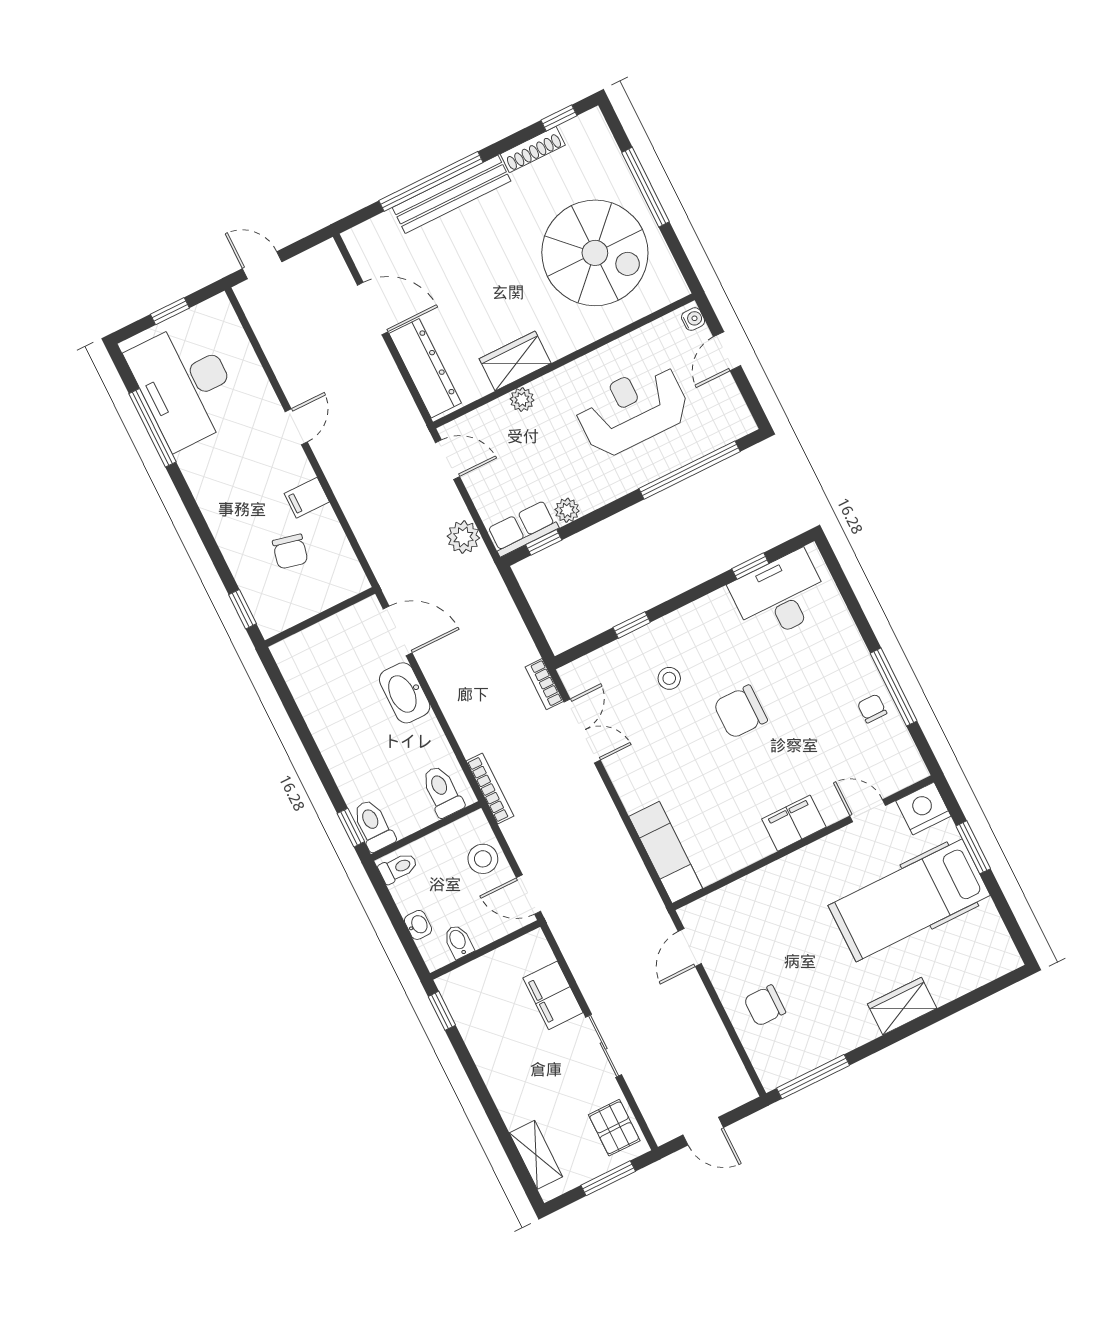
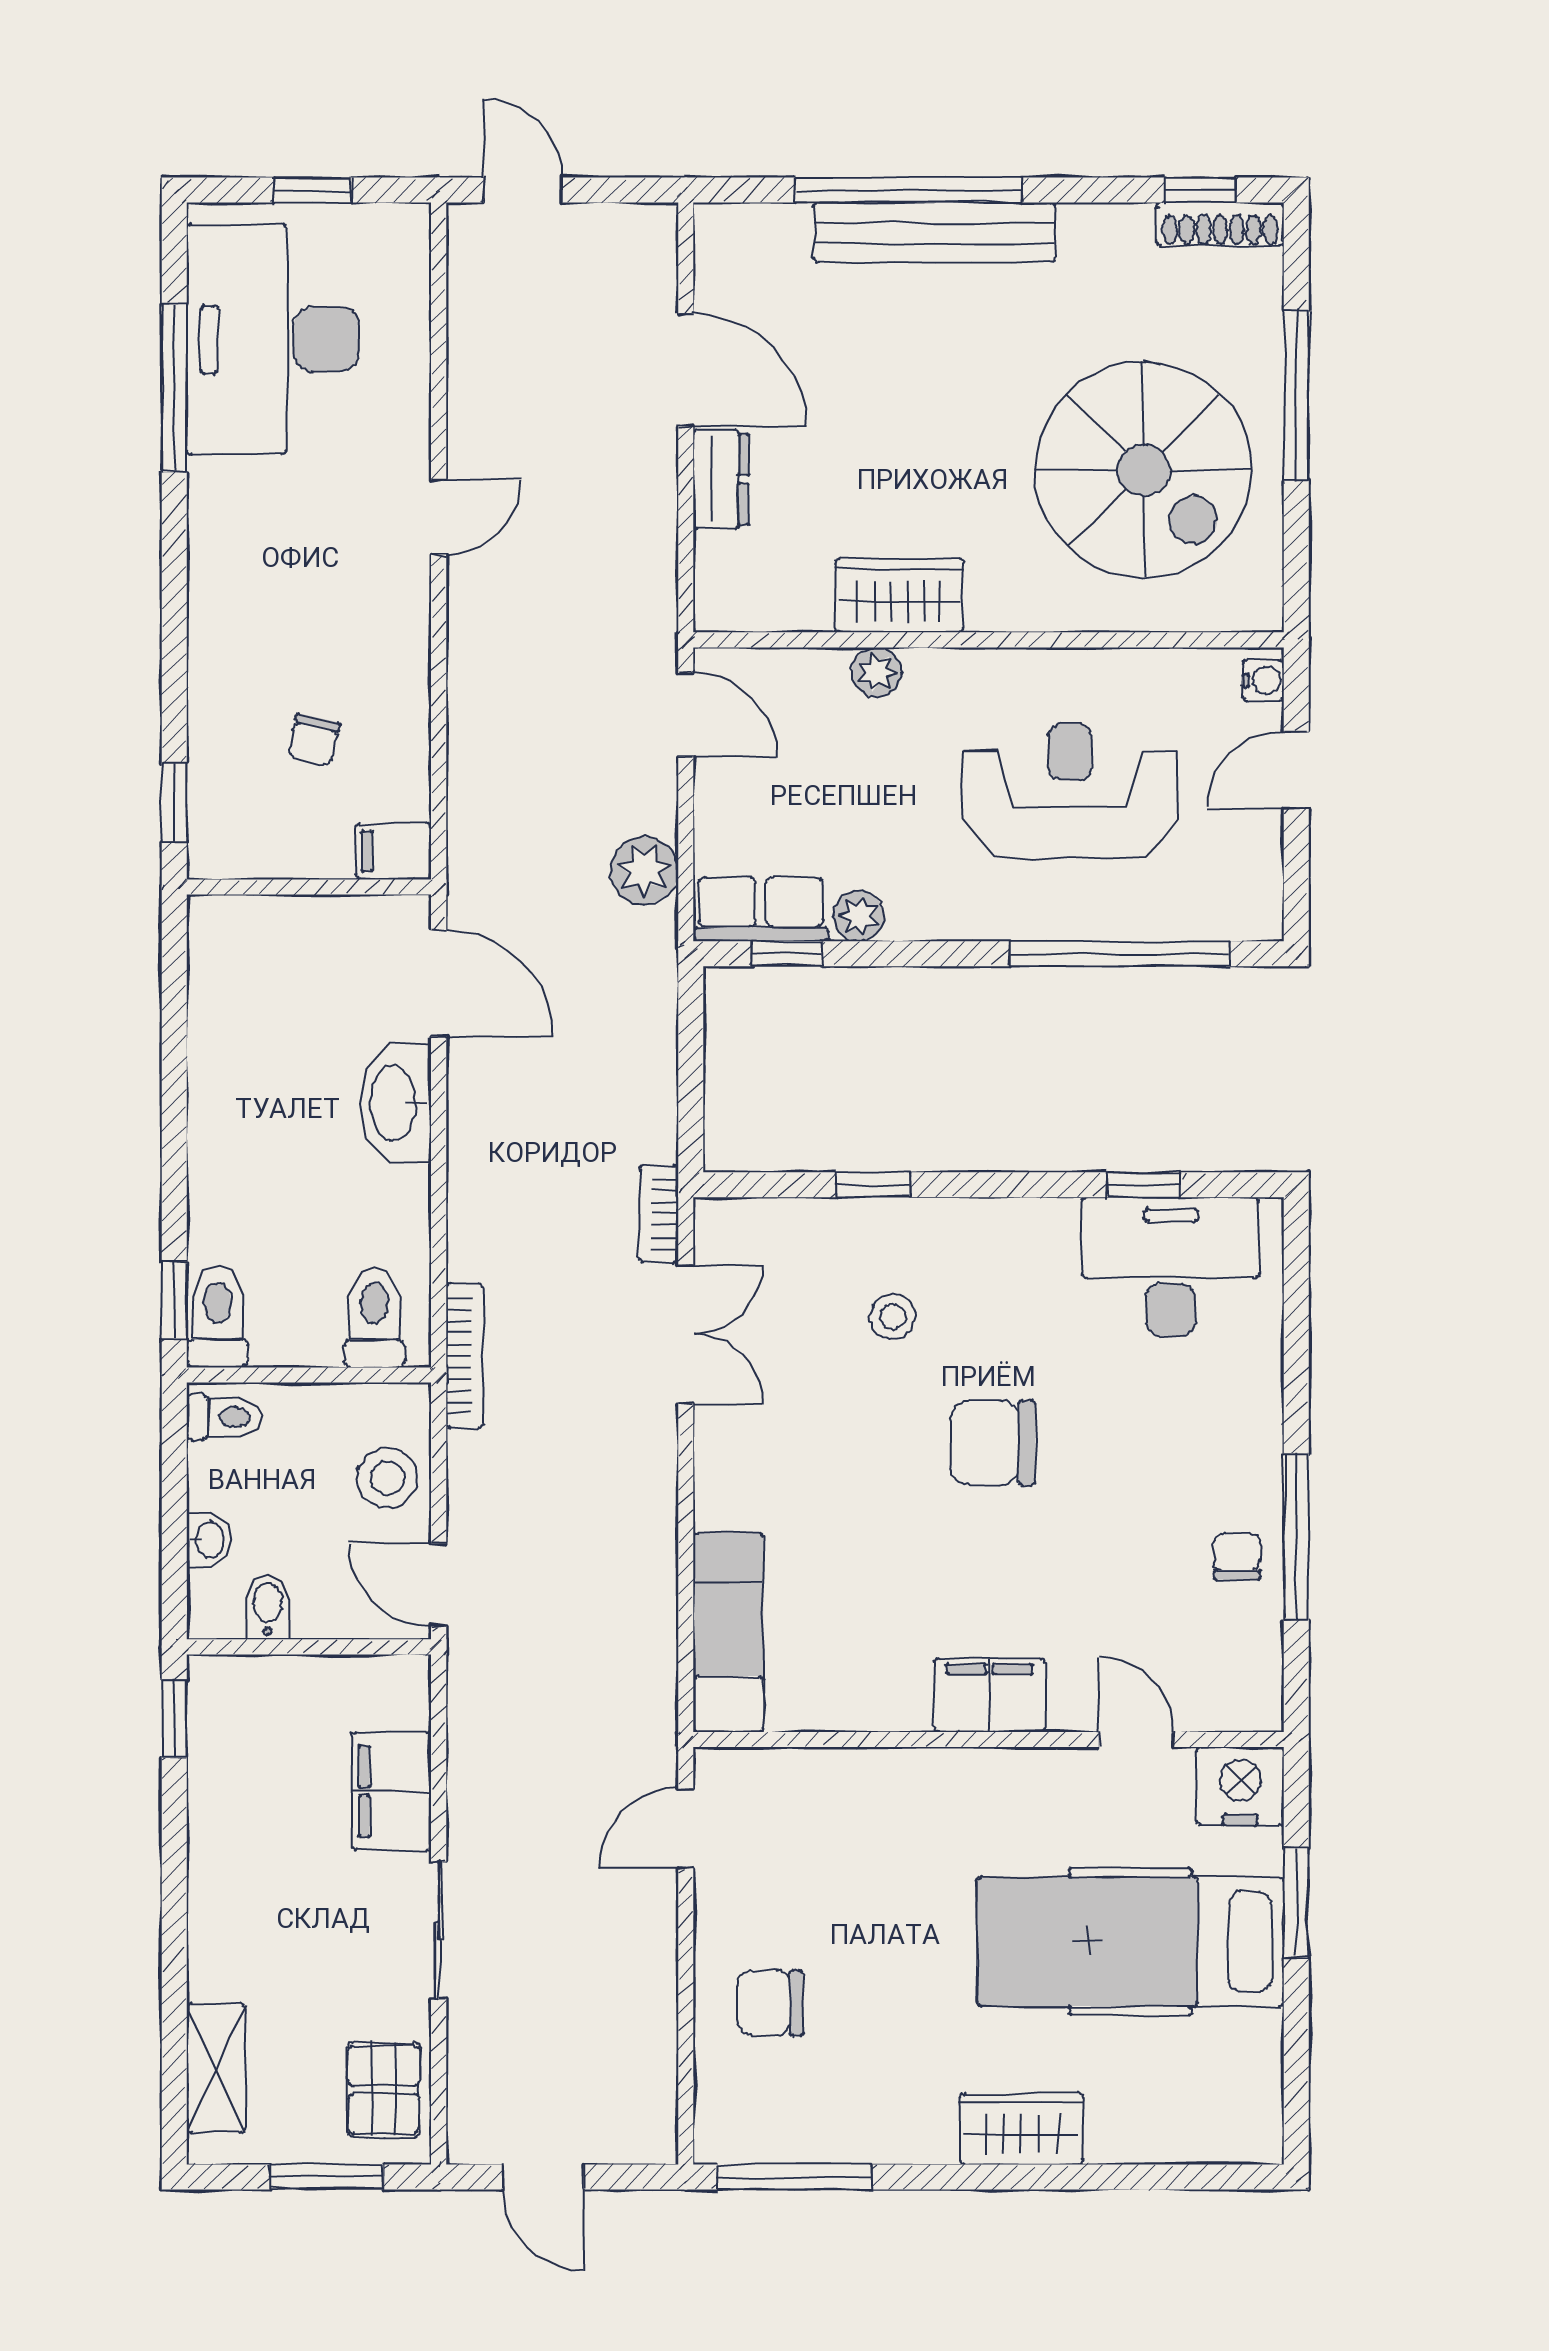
shoe rack: (533, 150) -> (1220, 224), moved
dresser: (425, 368) -> (721, 479), width x0.51, depth x0.80
filing cabinet: (307, 498) -> (394, 851), moved
chair: (290, 552) -> (314, 740), width x0.73, depth x0.73

